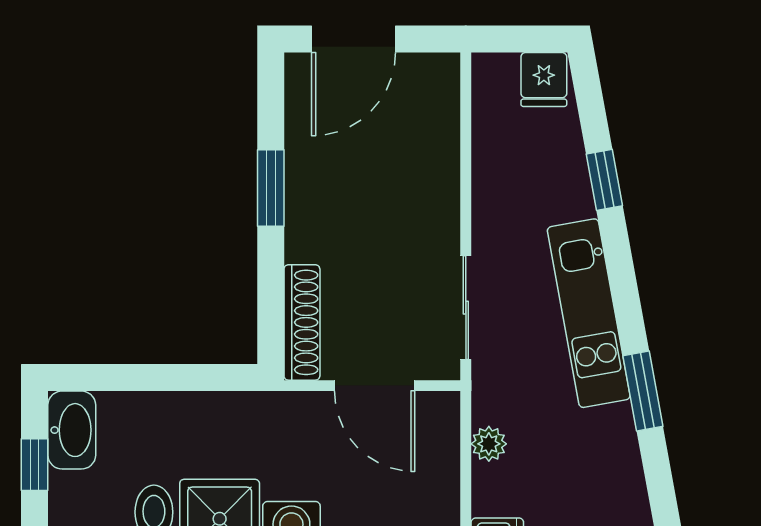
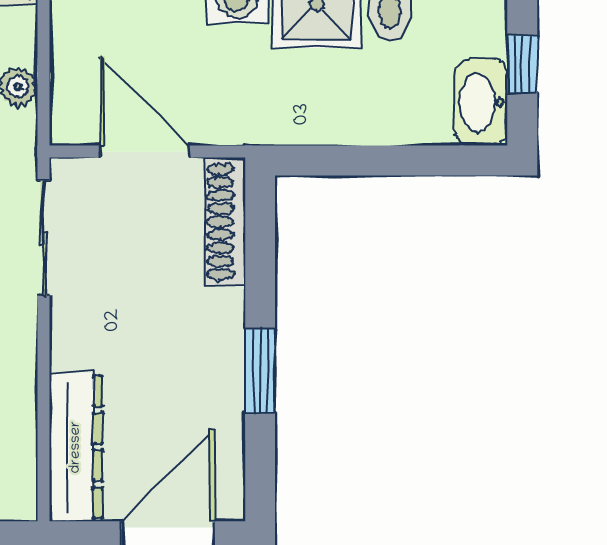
dresser: (437, 119) -> (76, 447), added

